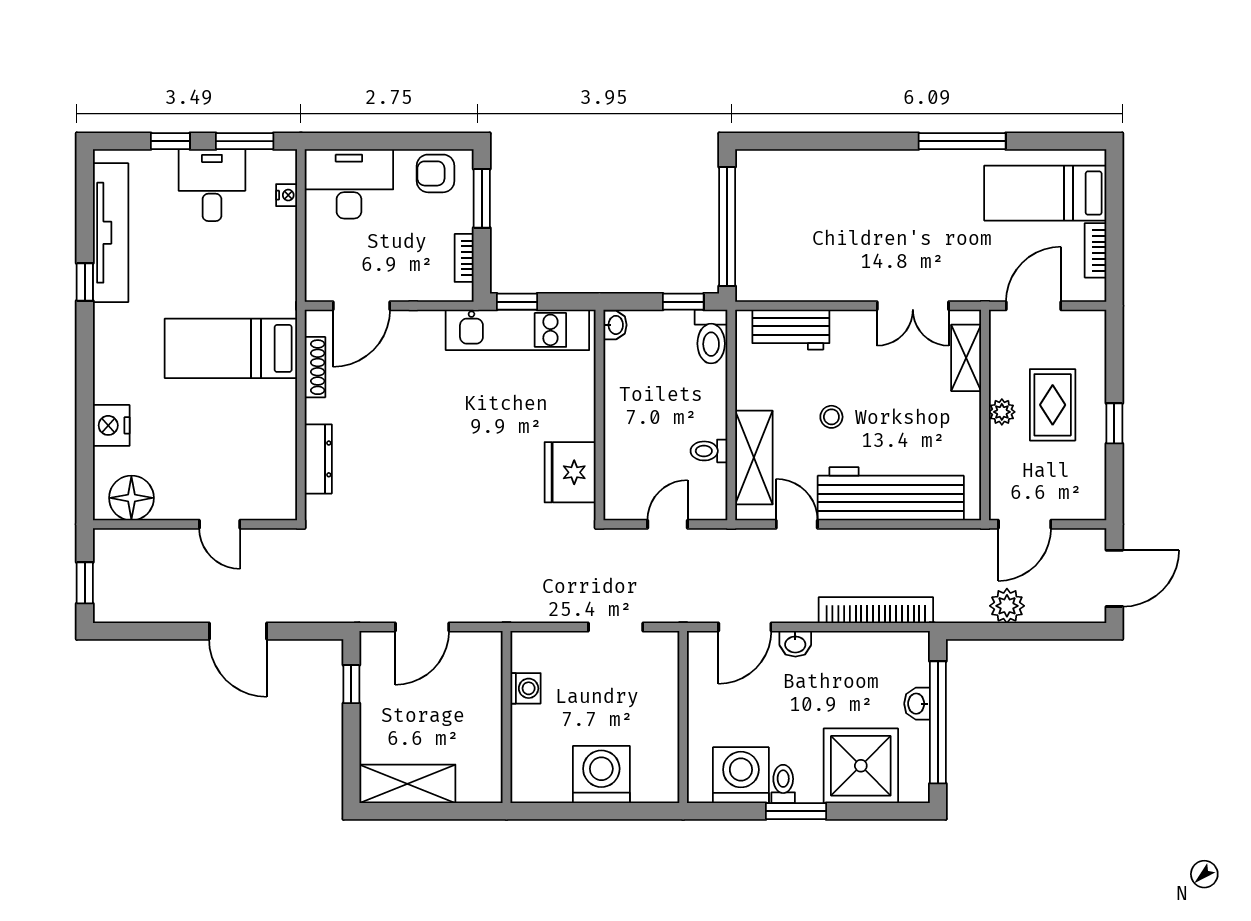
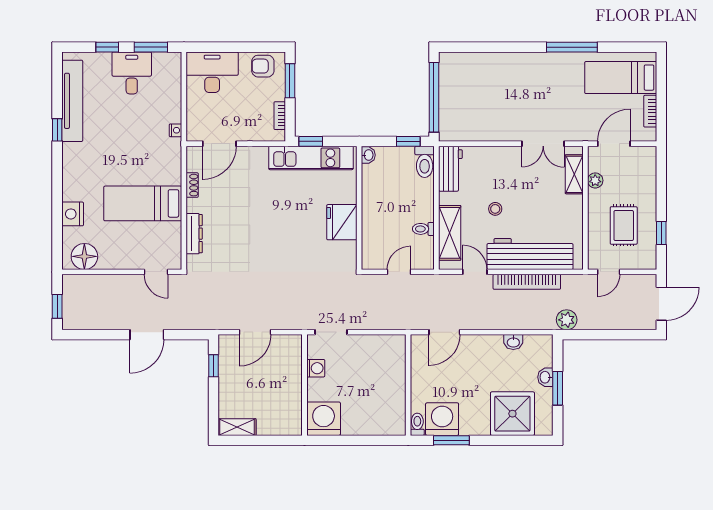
nightstand: (287, 195) -> (175, 130), moved
workbench: (791, 330) -> (450, 169), moved, turned -90
bed: (231, 348) -> (143, 203), moved
shoe rack: (315, 367) -> (192, 185), width x0.70
rug: (1053, 405) -> (624, 225), moved
plant: (1002, 412) -> (595, 180), moved
window: (1114, 423) -> (661, 233), moved
fridge: (570, 472) -> (342, 222), moved
door: (220, 524) -> (156, 272), moved
door: (1025, 524) -> (609, 272), width x0.73
plant: (1007, 606) -> (567, 320), moved
bookcase: (876, 610) -> (527, 282), moved, turned 180
doorway: (616, 627) -> (331, 332), moved
door: (238, 631) -> (147, 335), hinge flipped
washbasin: (795, 644) -> (513, 342), moved
window: (938, 722) -> (558, 388), width x0.47
washing machine: (601, 774) -> (324, 419), moved
shelving: (407, 784) -> (237, 427), width x0.67, depth x0.75
toilet: (783, 784) -> (417, 424), moved
window: (796, 811) -> (451, 440), moved

